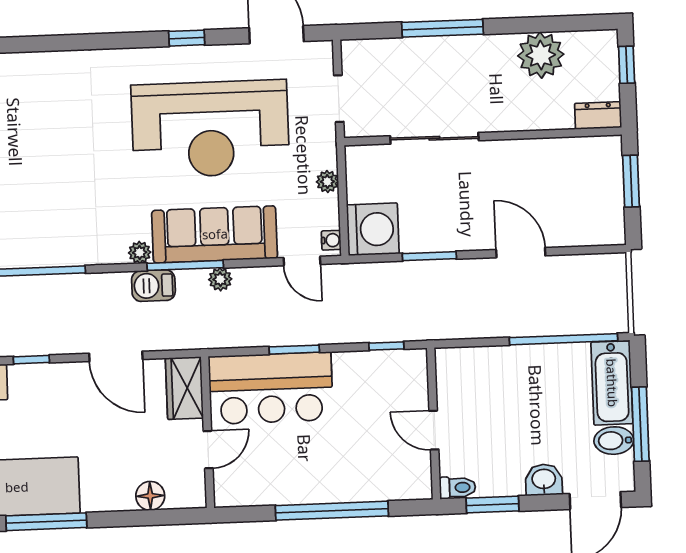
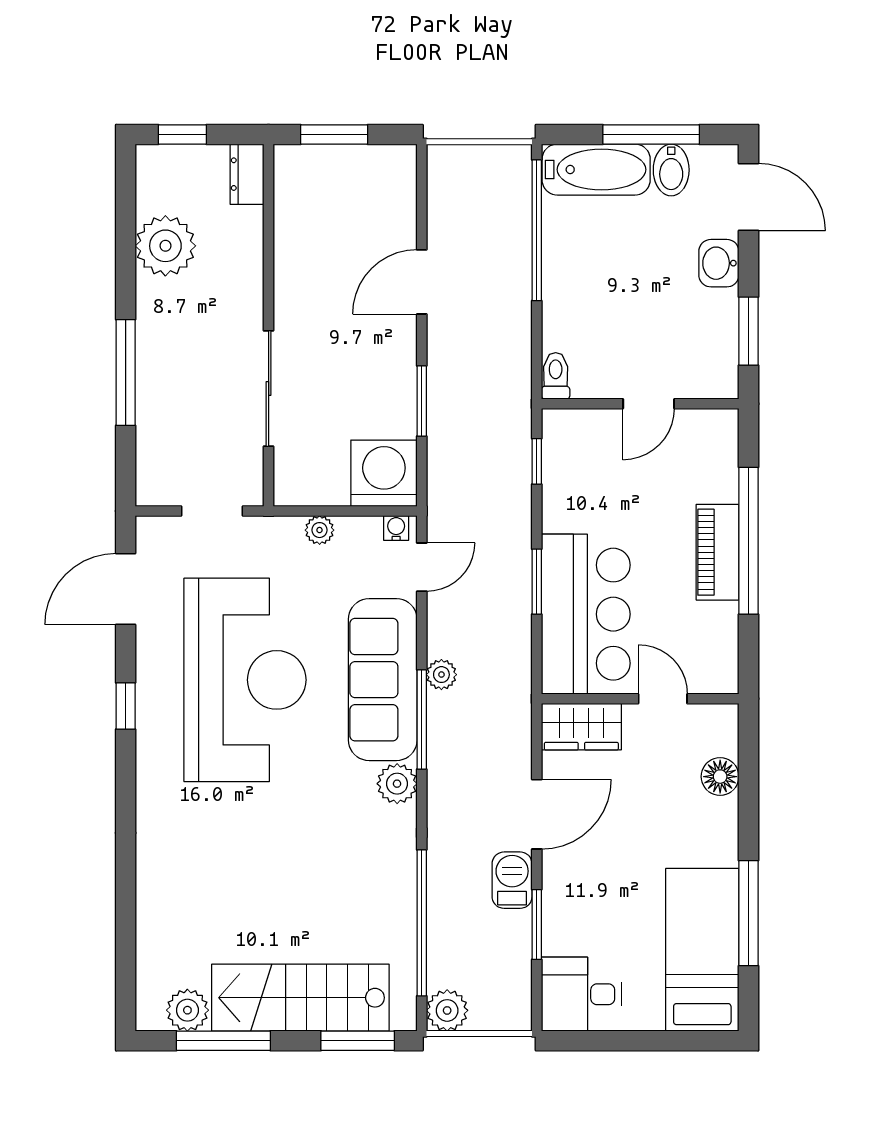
plant: (140, 252) -> (397, 784), width x1.38, depth x1.38
barbecue: (153, 286) -> (512, 880), moved, turned 180
window: (31, 360) -> (537, 924), width x1.50
piano: (322, 487) -> (718, 552), added
toilet: (458, 488) -> (556, 376), moved

